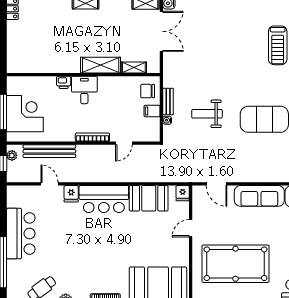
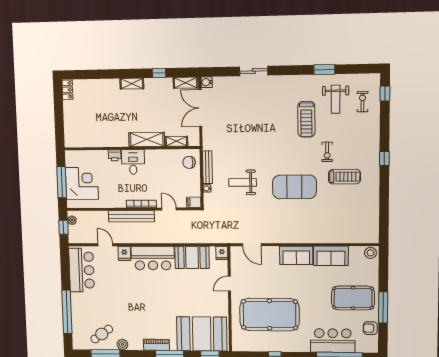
double door: (161, 31) -> (200, 108), swing flipped
bench: (168, 102) -> (207, 167), width x1.36
filing cabinet: (152, 111) -> (194, 202), moved
door: (124, 143) -> (169, 209), swing flipped
bench: (49, 151) -> (131, 216), moved
sofa: (259, 196) -> (296, 255), width x0.73
bar counter: (21, 234) -> (82, 270), moved

